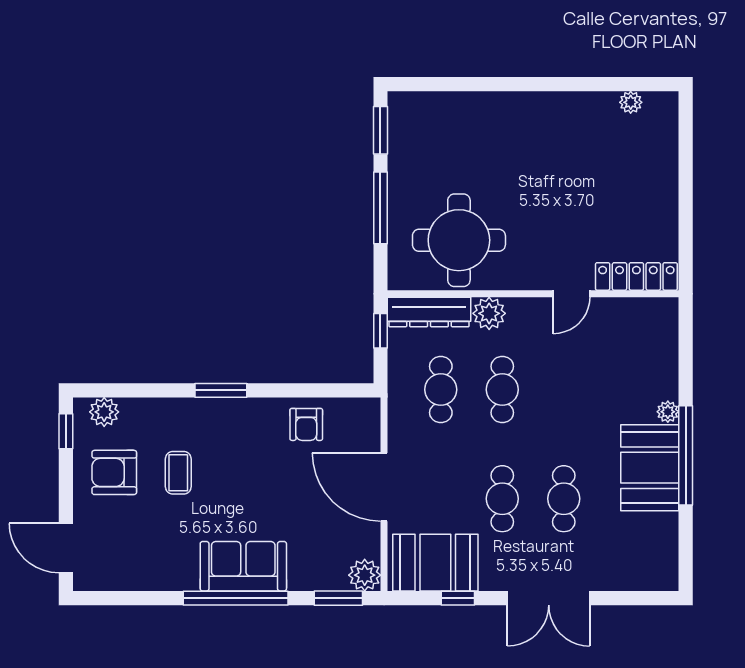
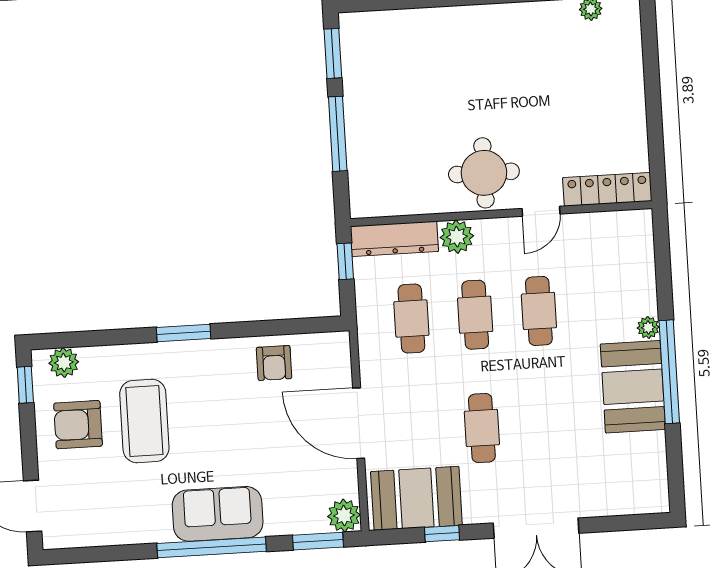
round table: (459, 240) -> (484, 173), moved, width x0.73, depth x0.73
coffee table: (178, 473) -> (144, 421), width x1.86, depth x1.72
cafe table: (564, 499) -> (539, 311), moved

